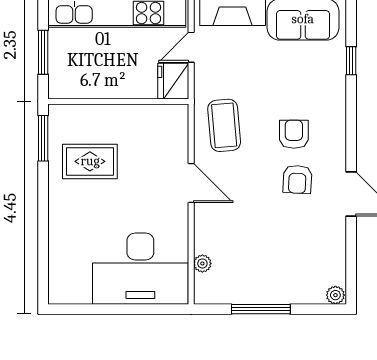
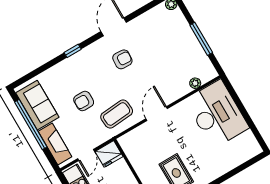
door: (191, 47) -> (86, 155), hinge flipped
window: (351, 61) -> (73, 51), moved
armchair: (294, 134) -> (84, 101), moved

